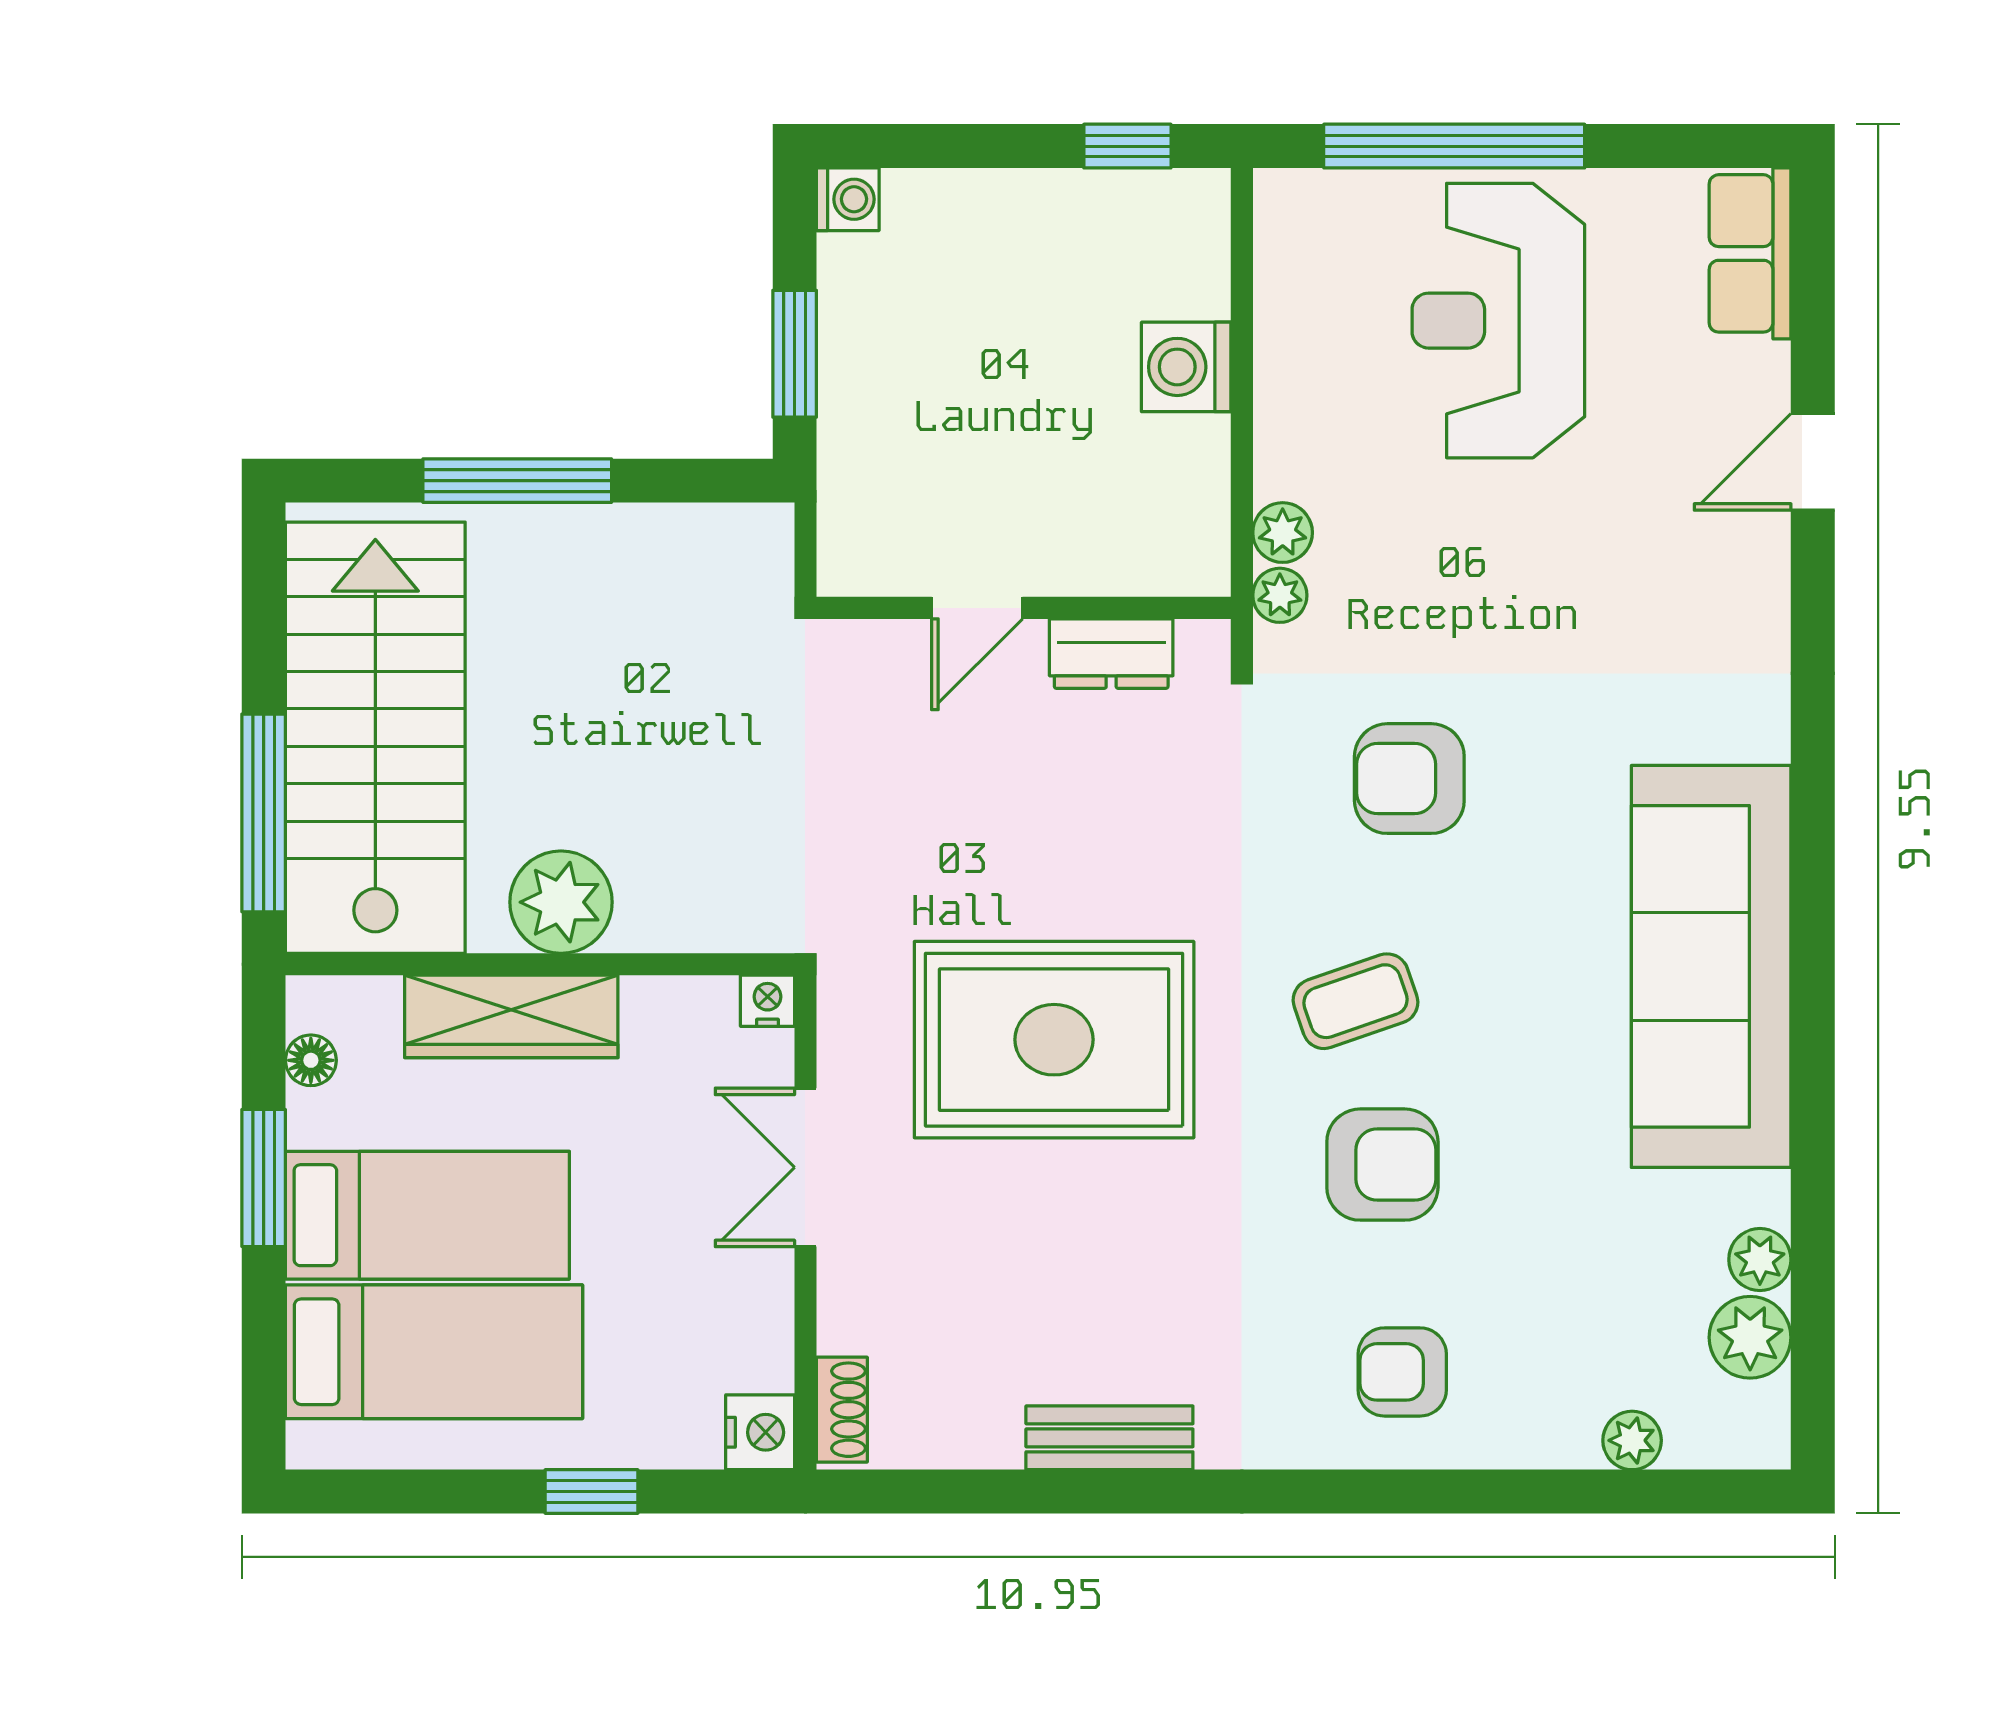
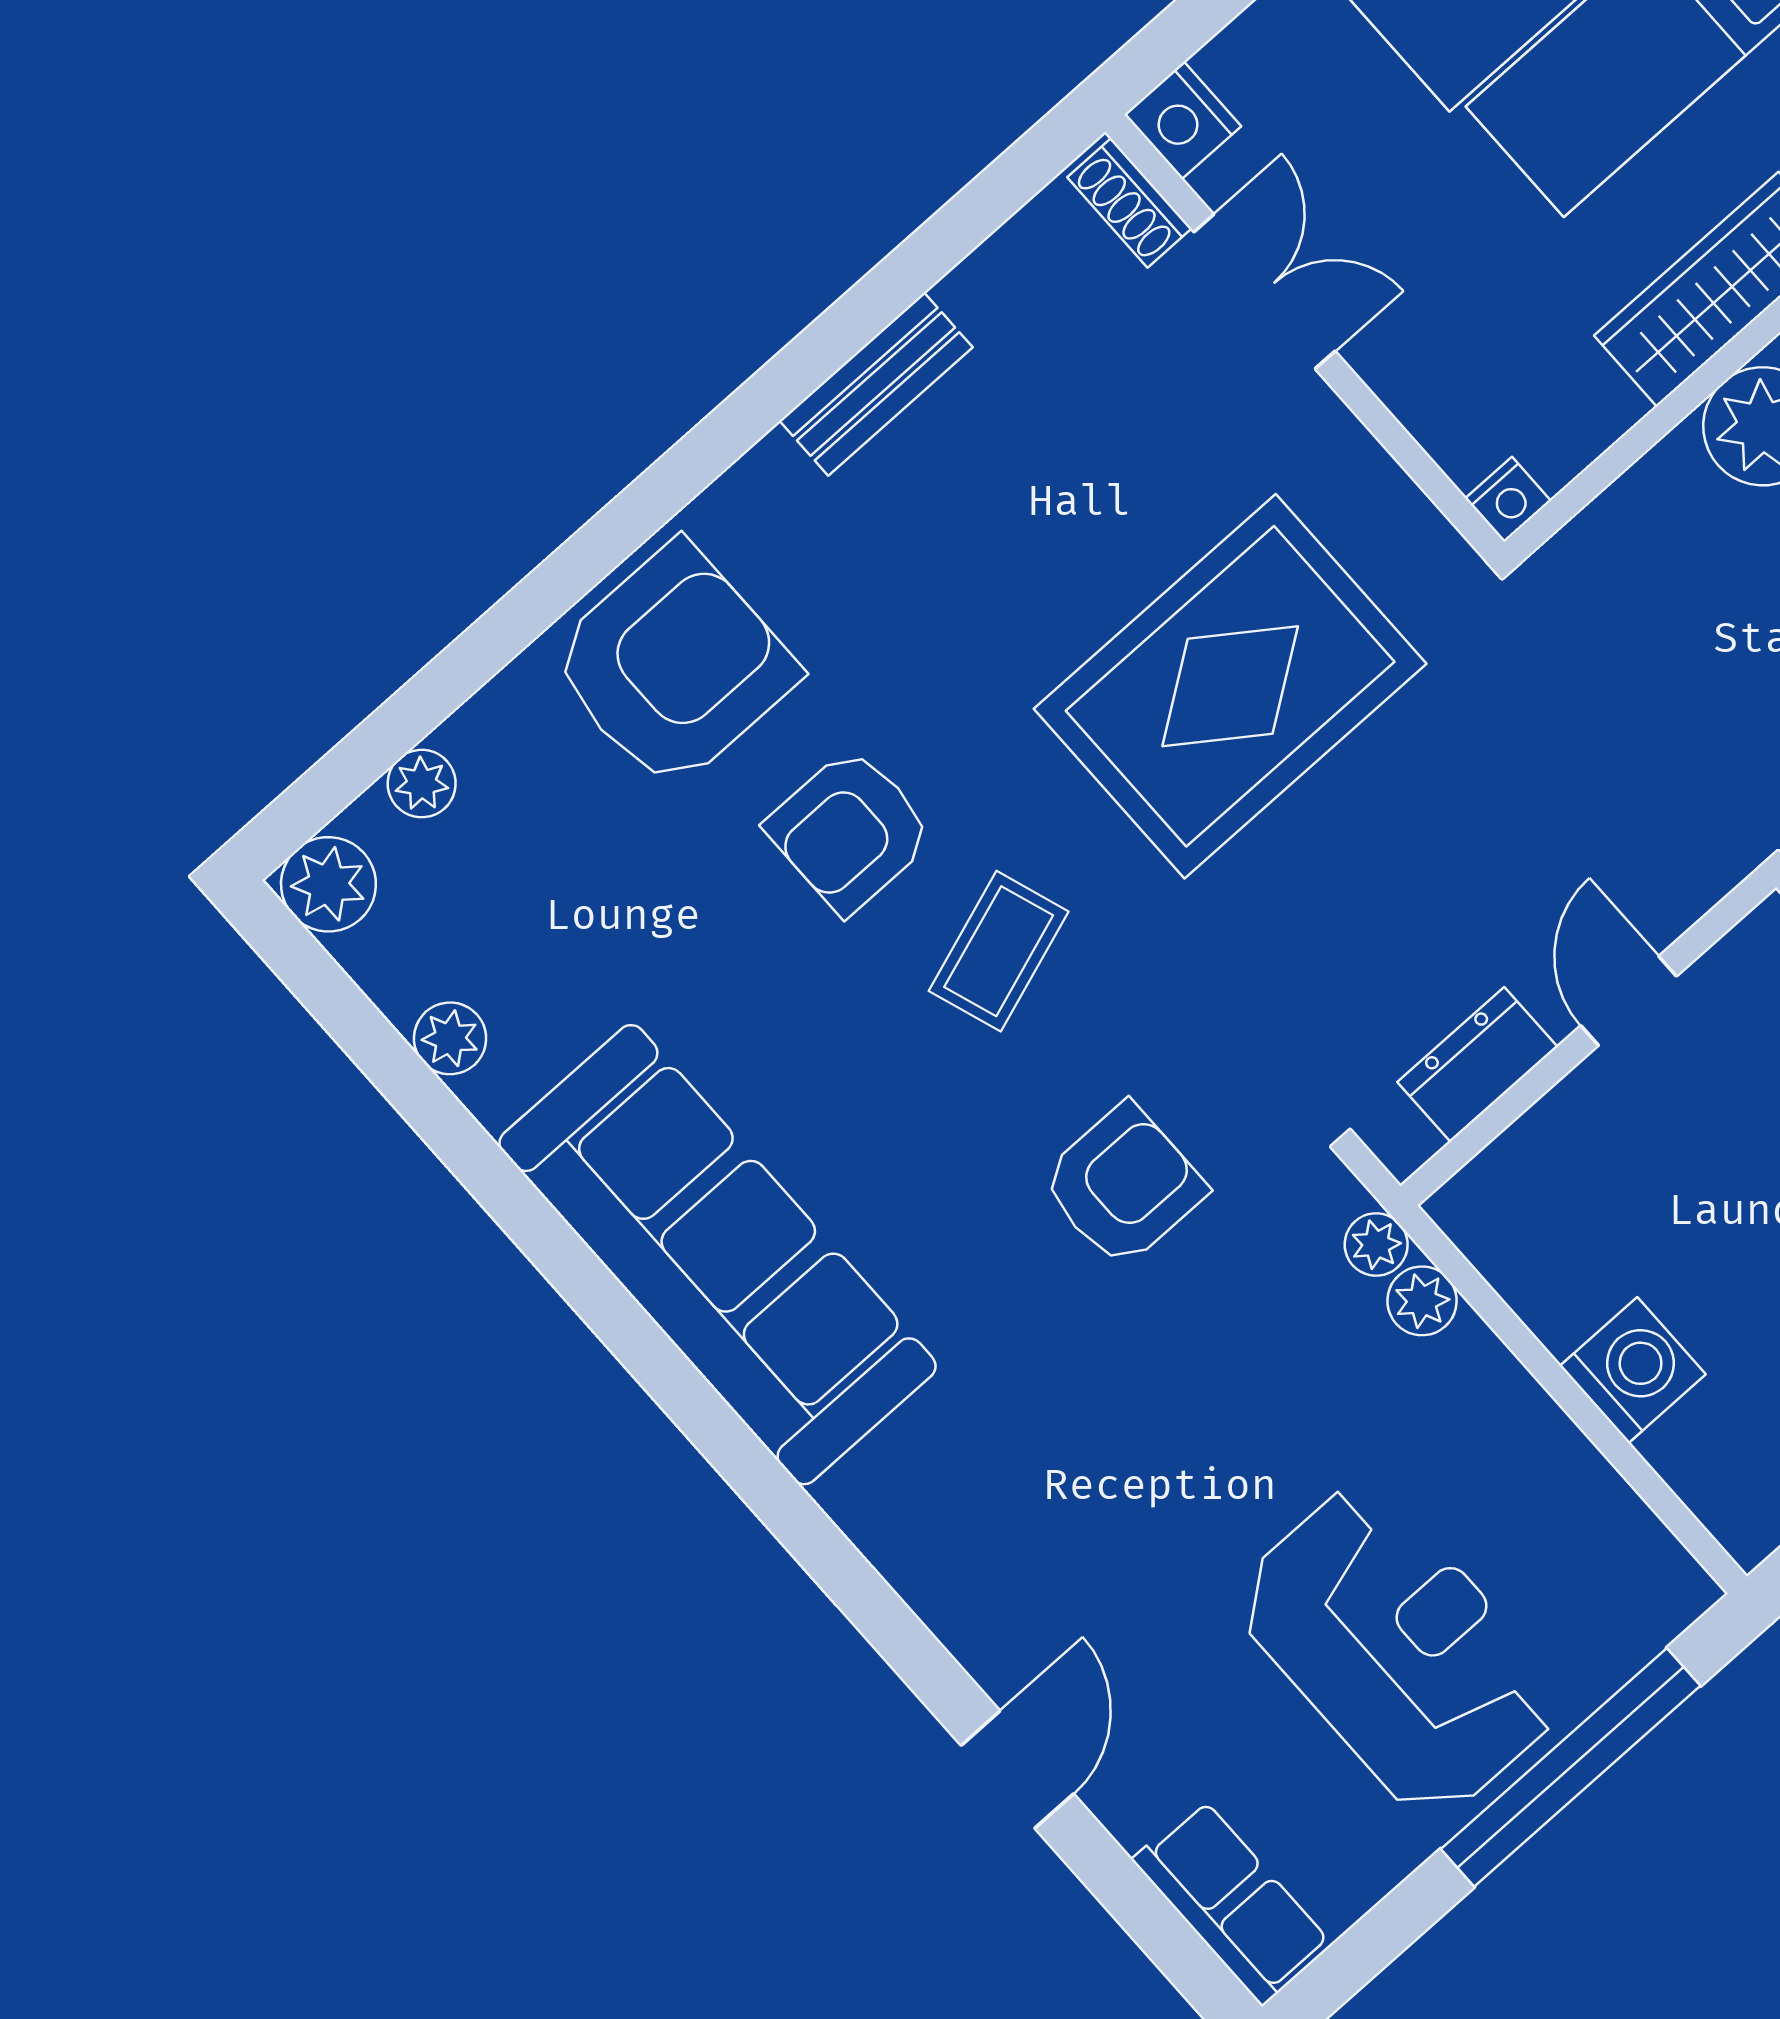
double door: (805, 1167) -> (1264, 292), moved
plant: (1750, 1337) -> (328, 884), moved
armchair: (1402, 1372) -> (673, 666), width x1.88, depth x1.88

